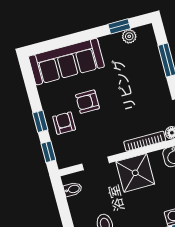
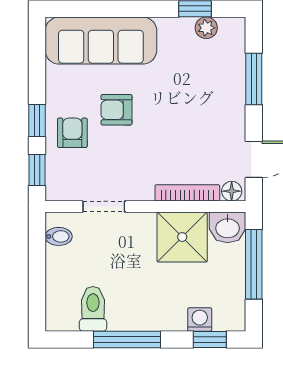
shower: (135, 173) -> (182, 237), moved

